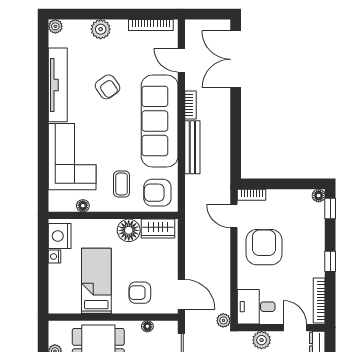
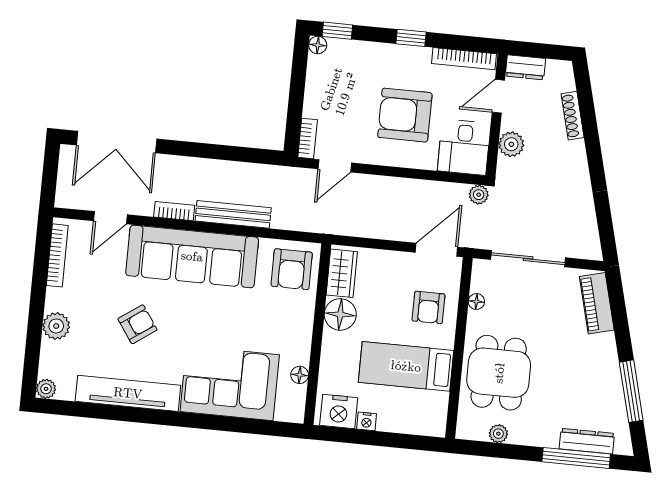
coffee table: (122, 184) -> (275, 318), removed
armchair: (264, 247) -> (405, 115), moved

